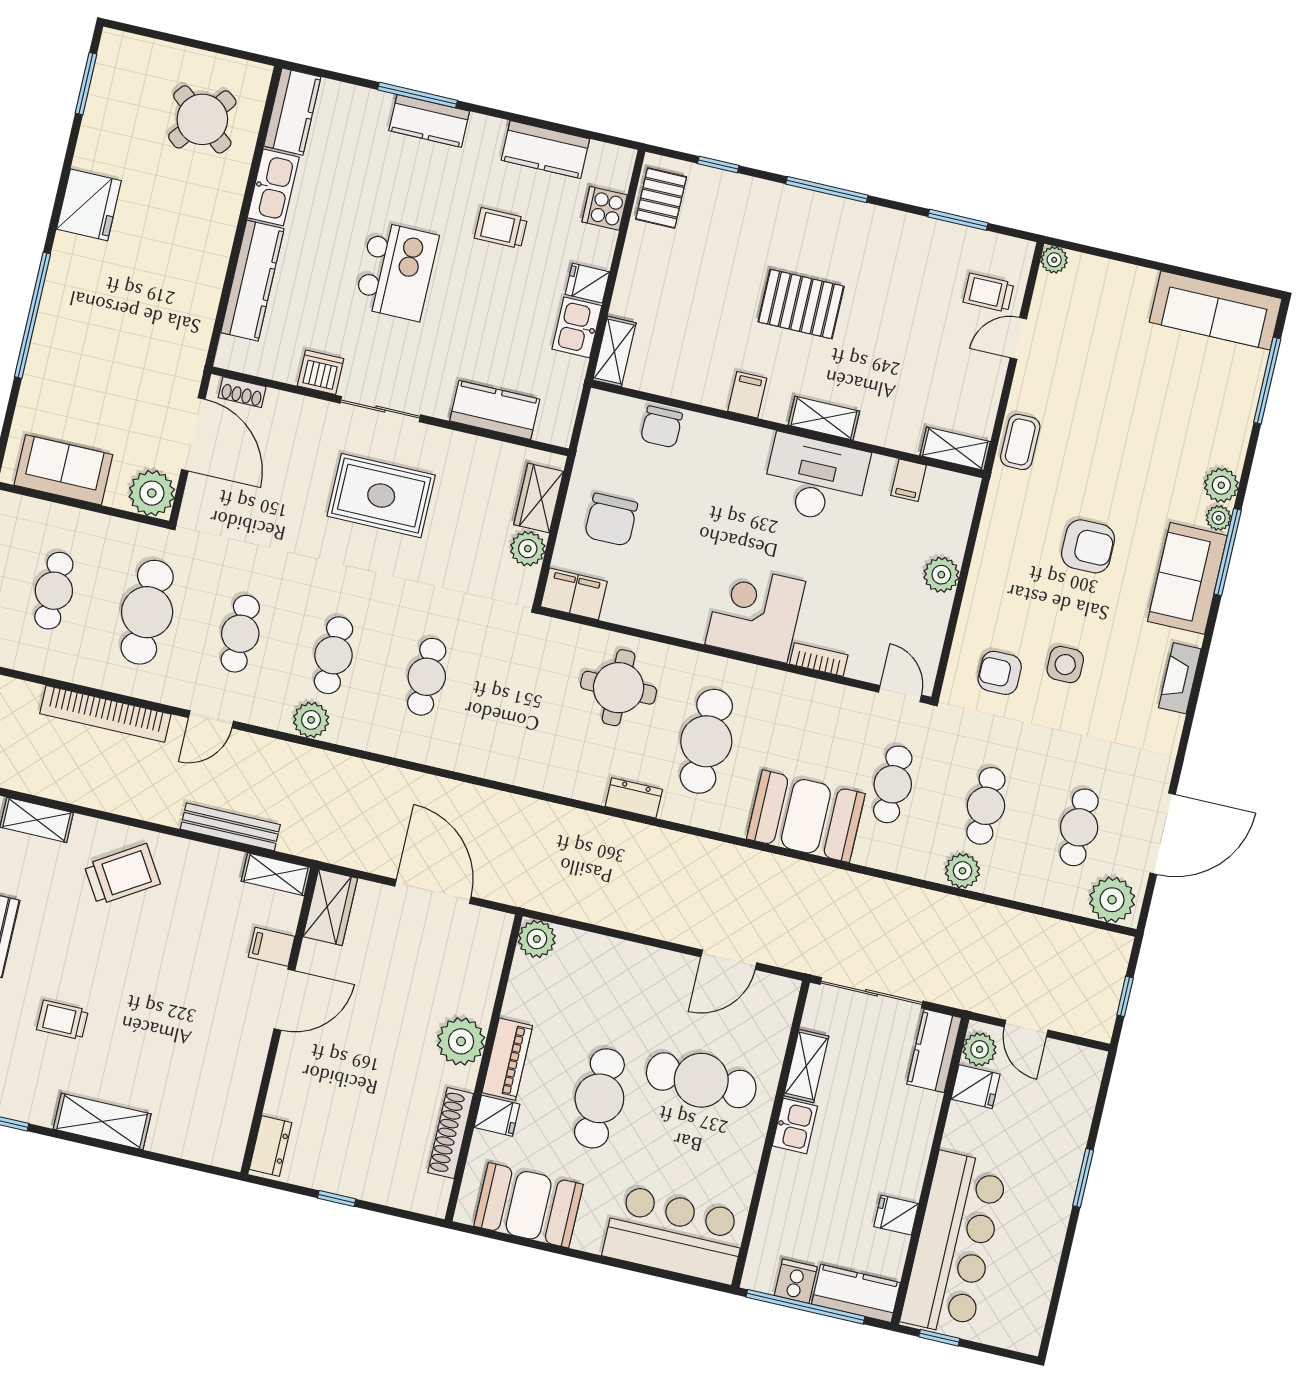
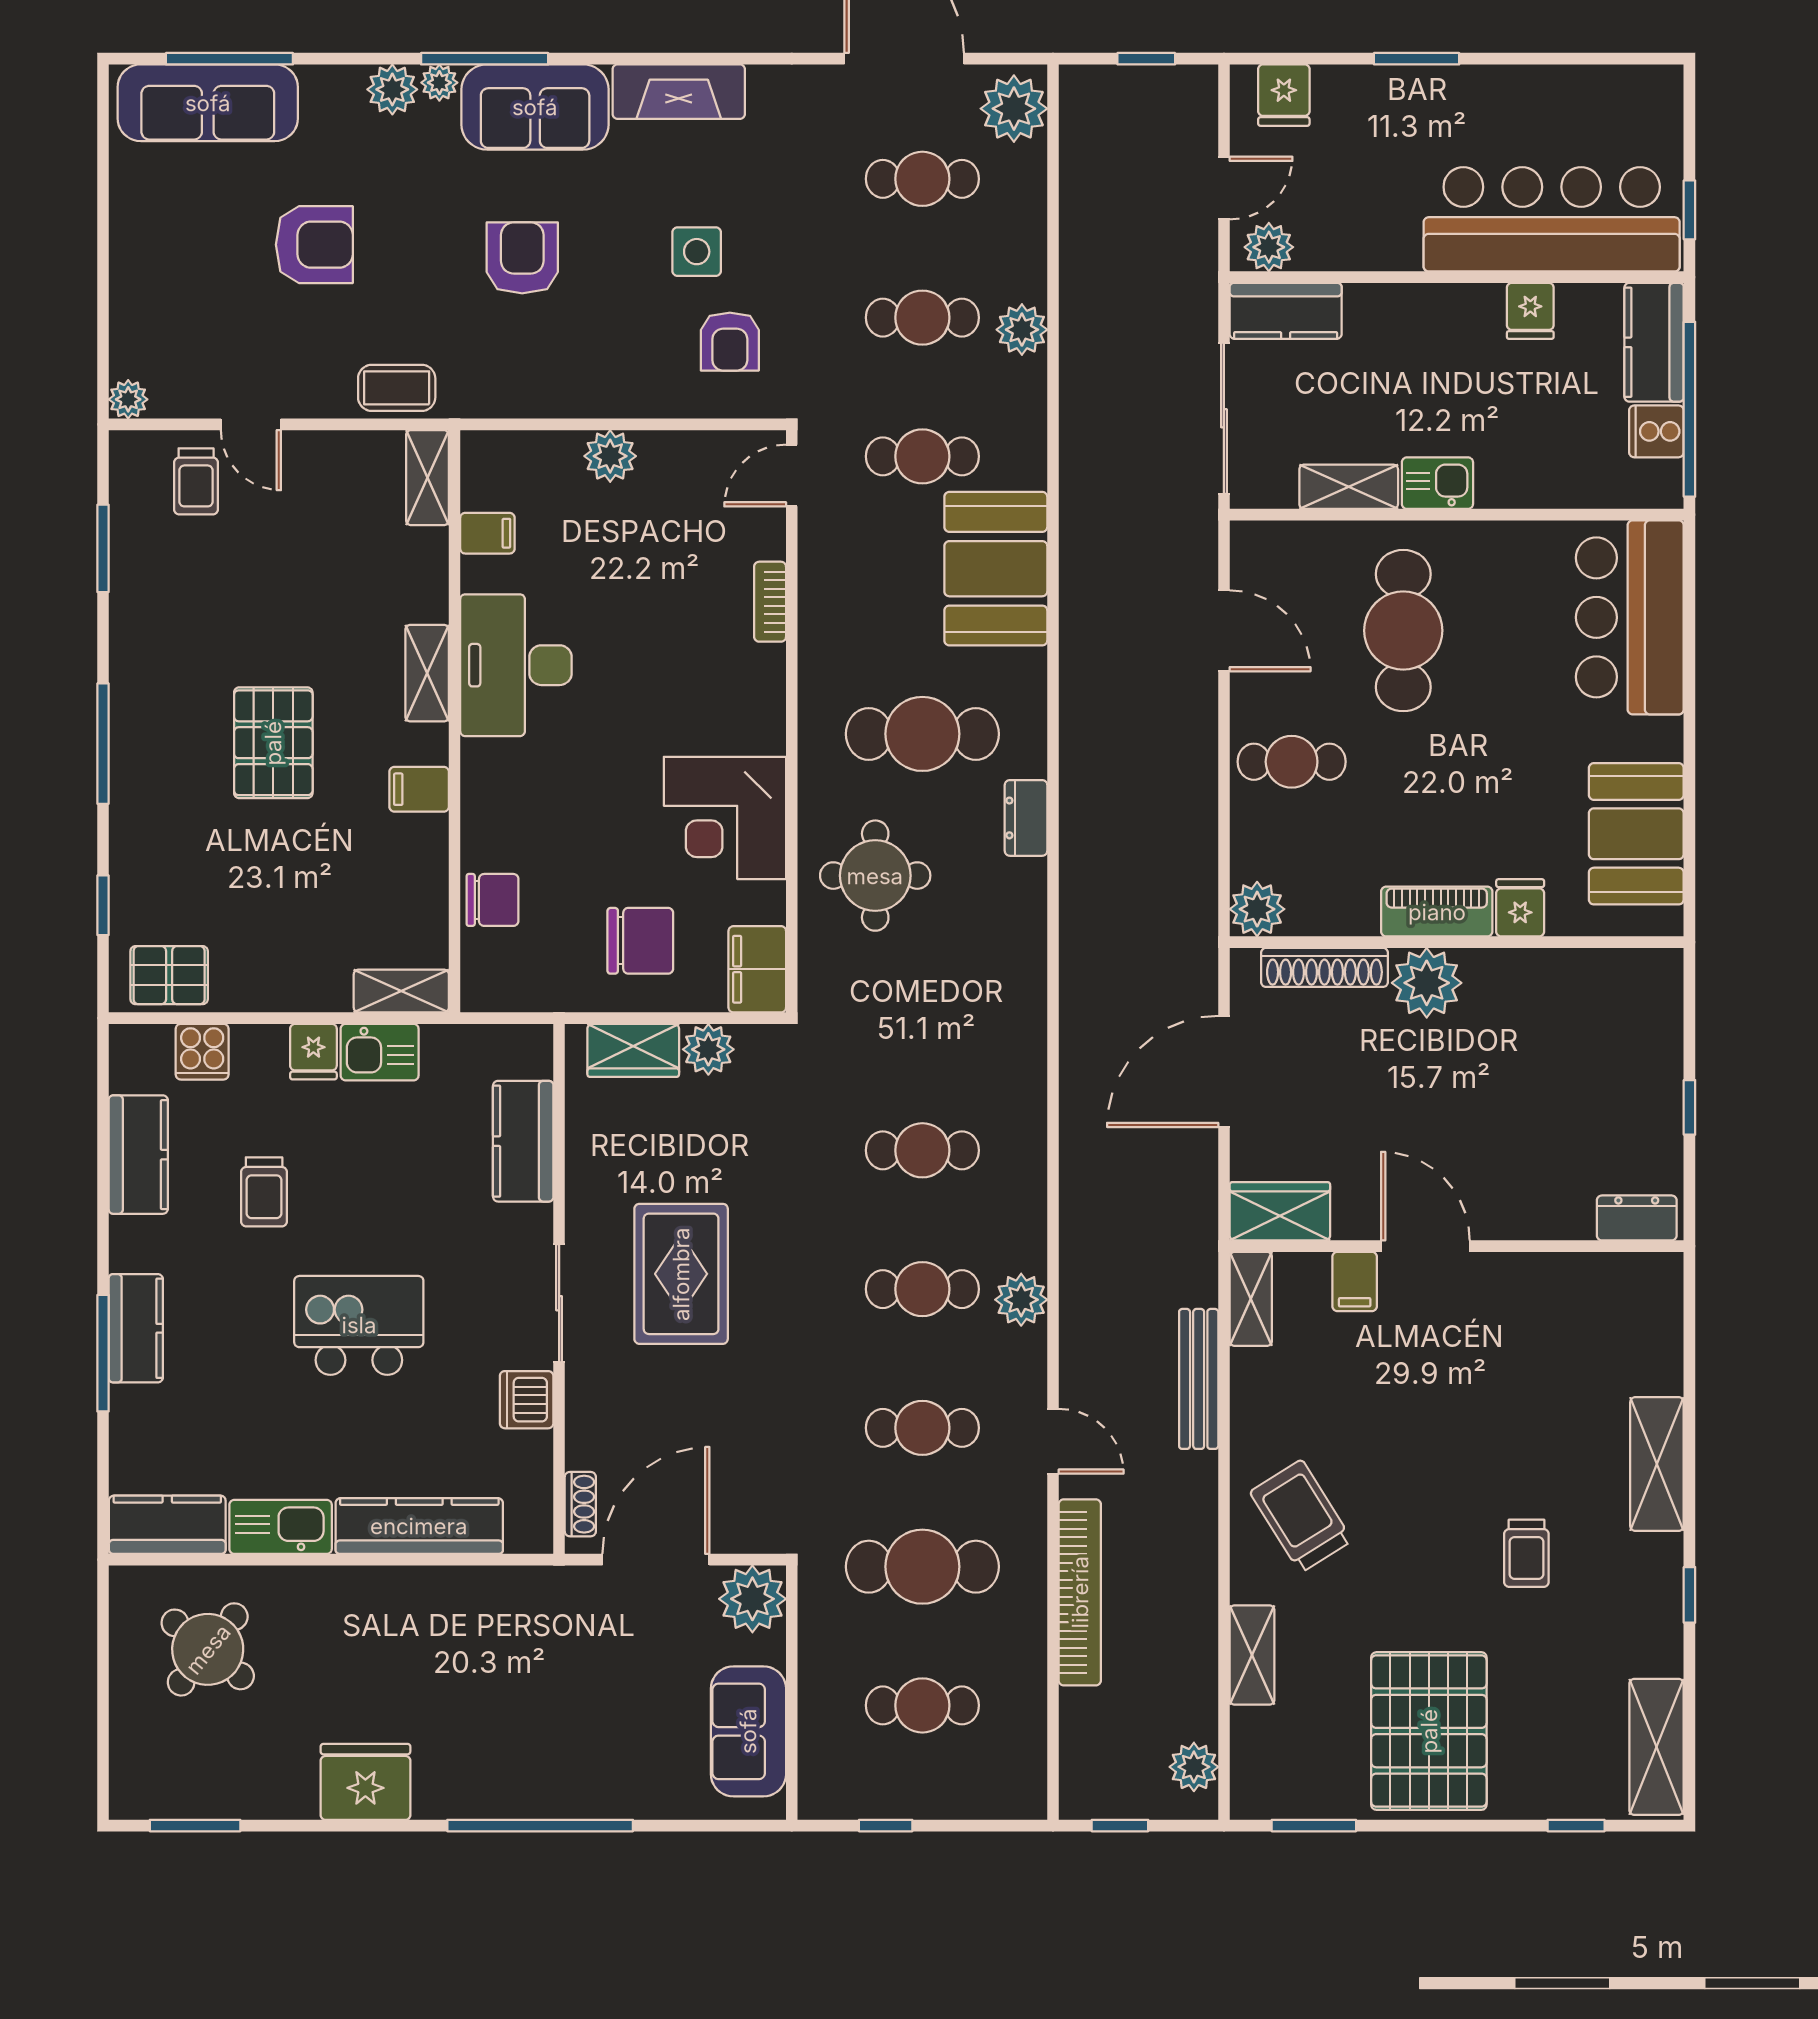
sofa: (1216, 310) -> (208, 103), moved, turned 90
armchair: (1129, 409) -> (314, 245), added
corner desk: (755, 613) -> (725, 818), moved
fireplace: (1180, 678) -> (679, 92), width x1.37, depth x1.32
fridge: (975, 1087) -> (1284, 95), moved, turned 180
cafe table: (599, 1098) -> (1292, 762), moved, width x0.73, depth x0.74
shoe rack: (451, 1133) -> (1324, 967), moved

